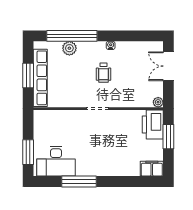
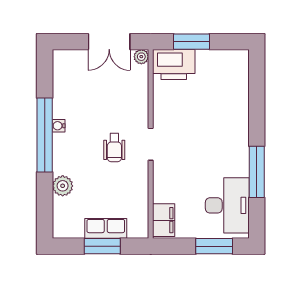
window: (72, 36) -> (45, 135), moved
double door: (168, 66) -> (109, 42), moved
wheelchair: (104, 73) -> (114, 148), moved, turned 90
row of seats: (40, 78) -> (106, 228), width x0.50
filing cabinet: (152, 169) -> (164, 220), moved, turned 180

